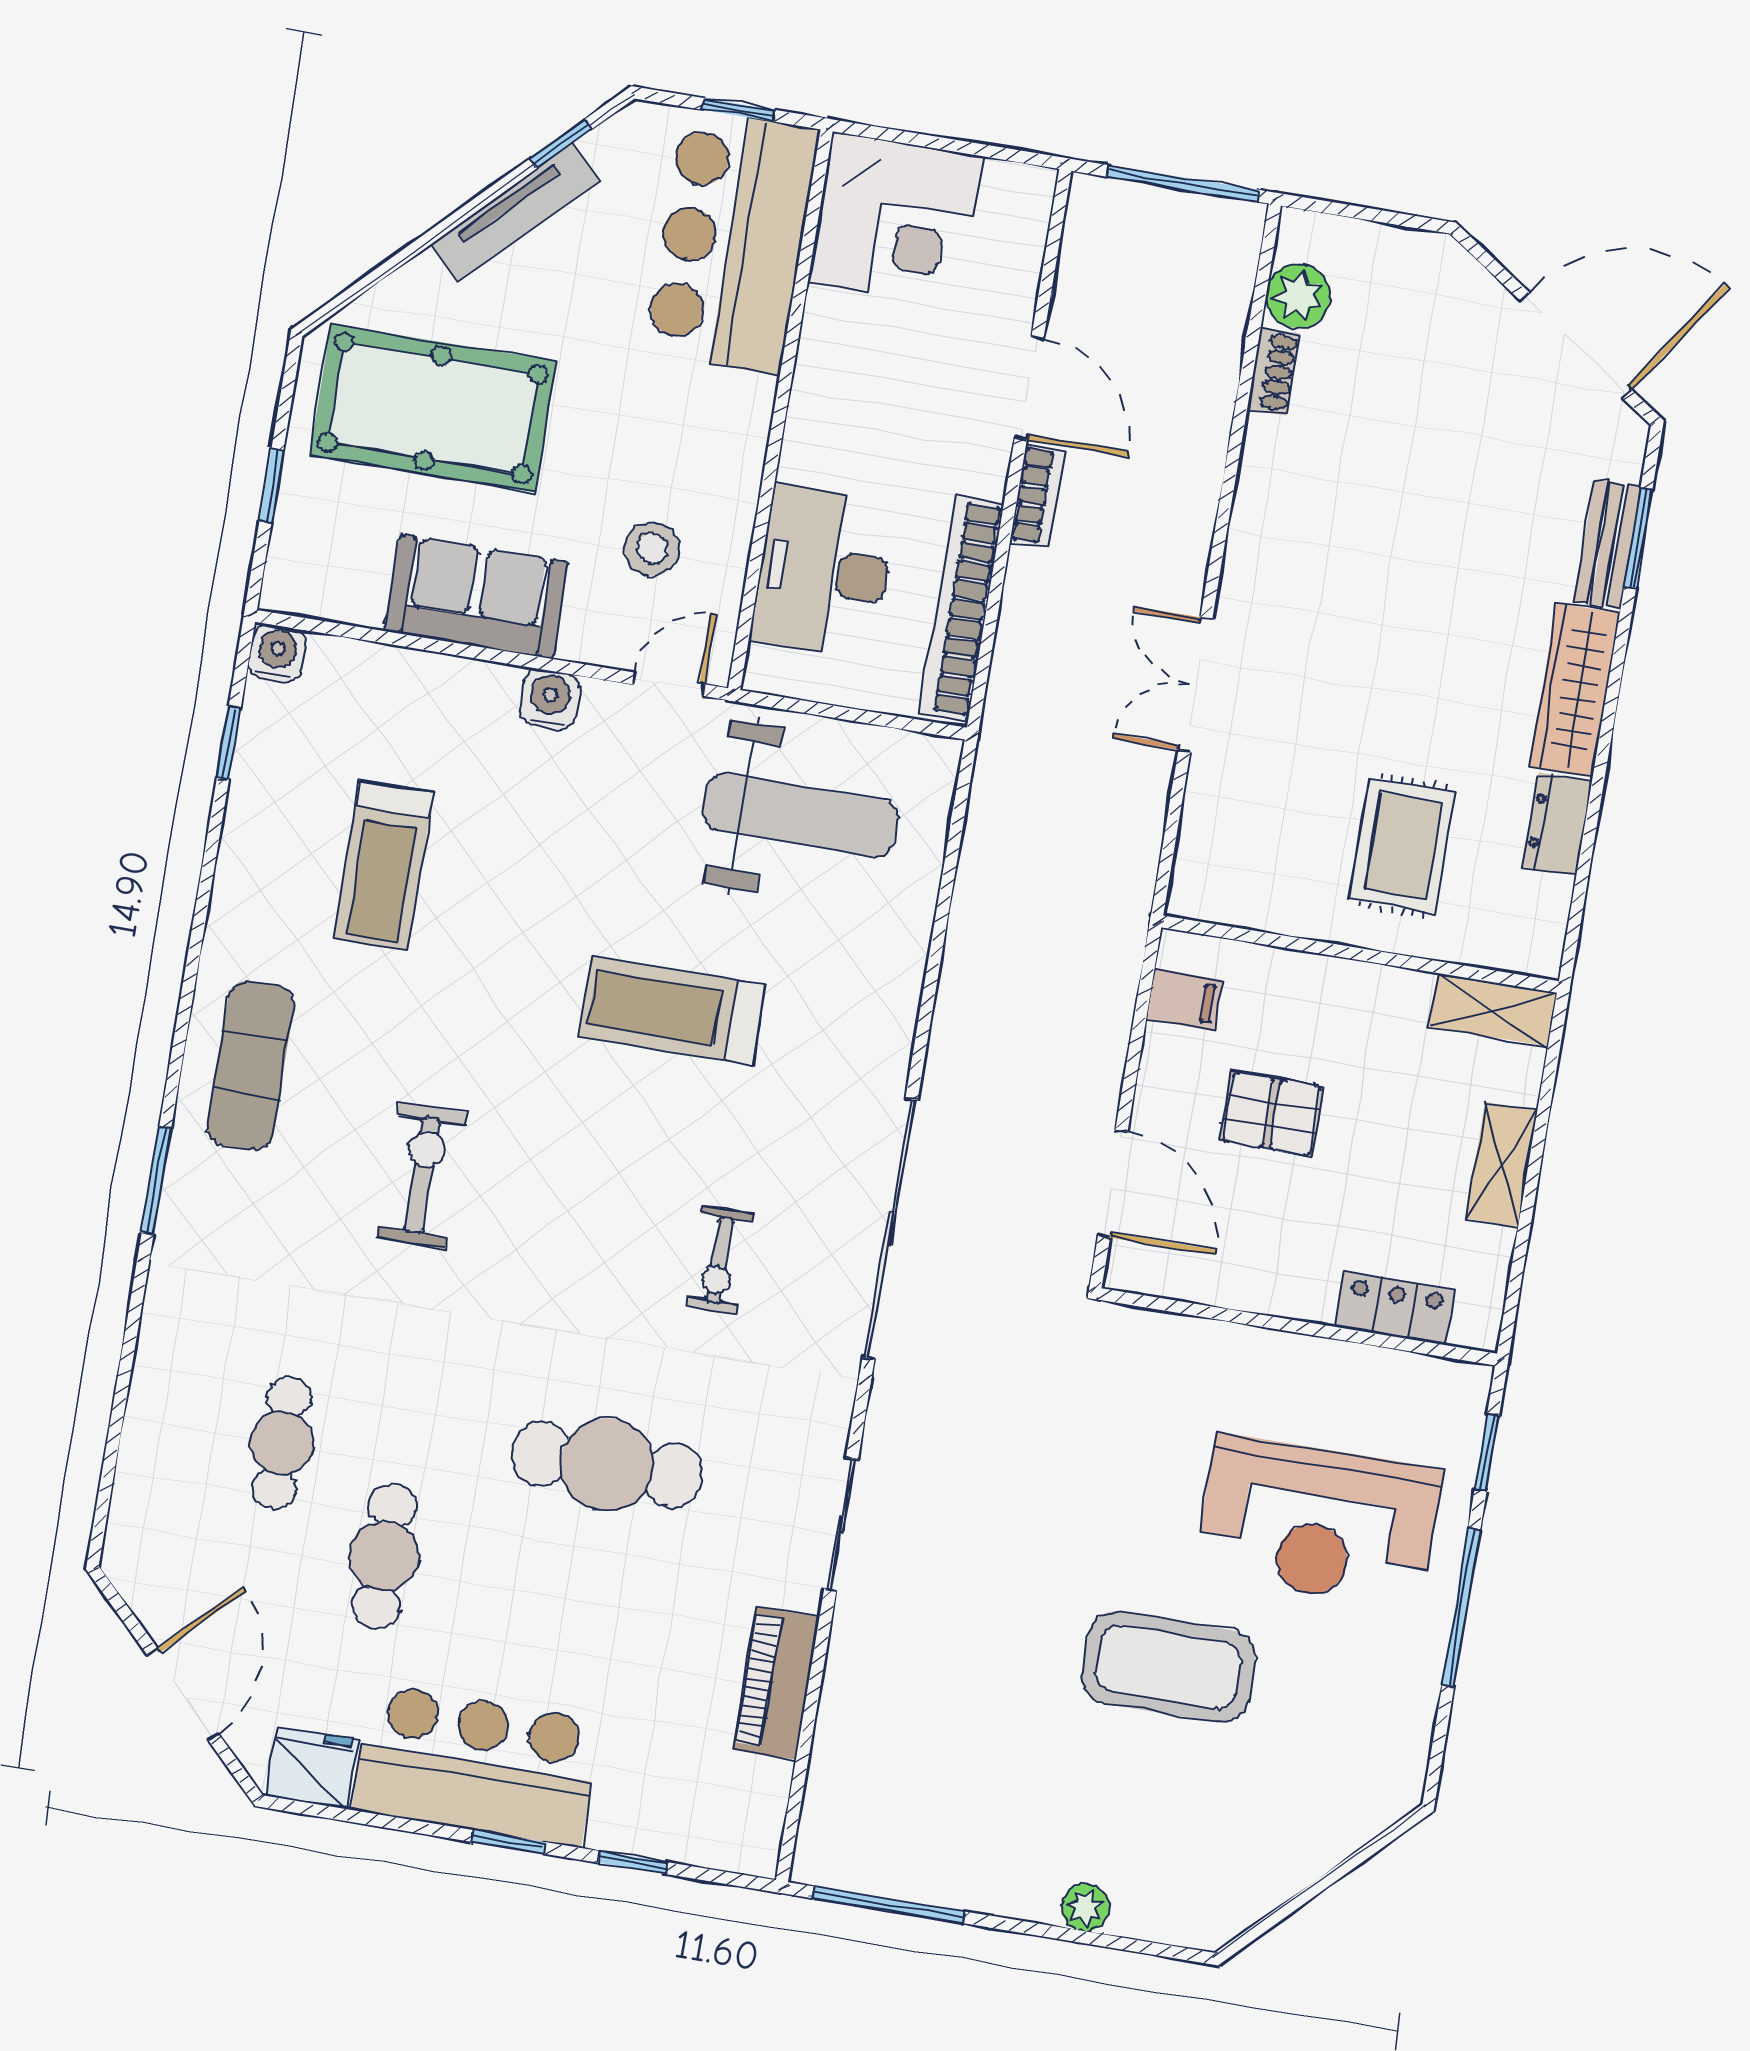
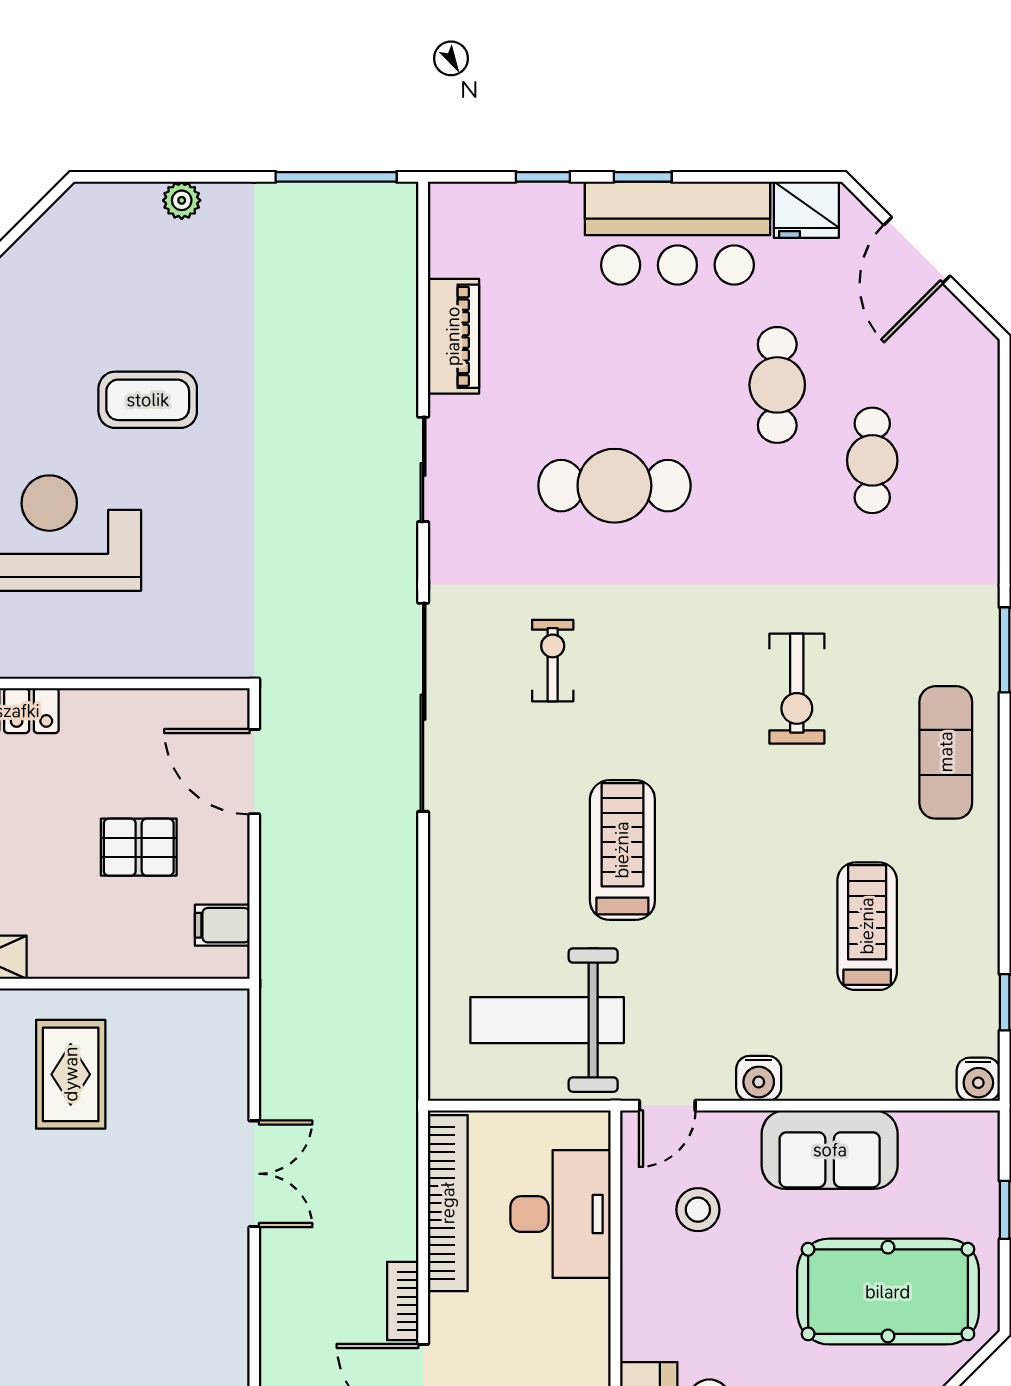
treadmill: (672, 1011) -> (622, 850), turned -90
coffee table: (1169, 1667) -> (148, 400), width x0.73, depth x0.76

